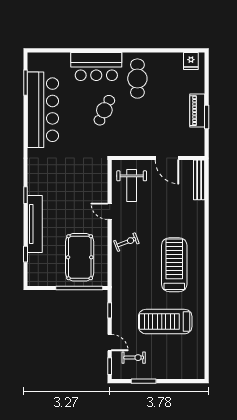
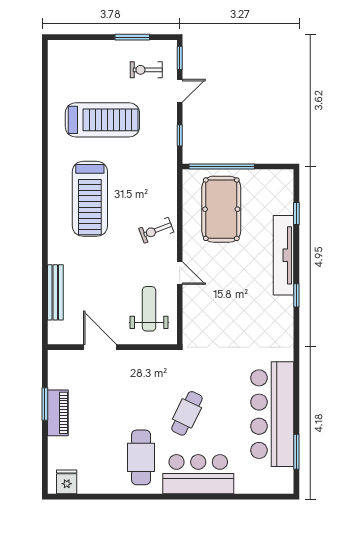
bench: (199, 180) -> (55, 292), moved
door: (110, 343) -> (180, 91), swing flipped

